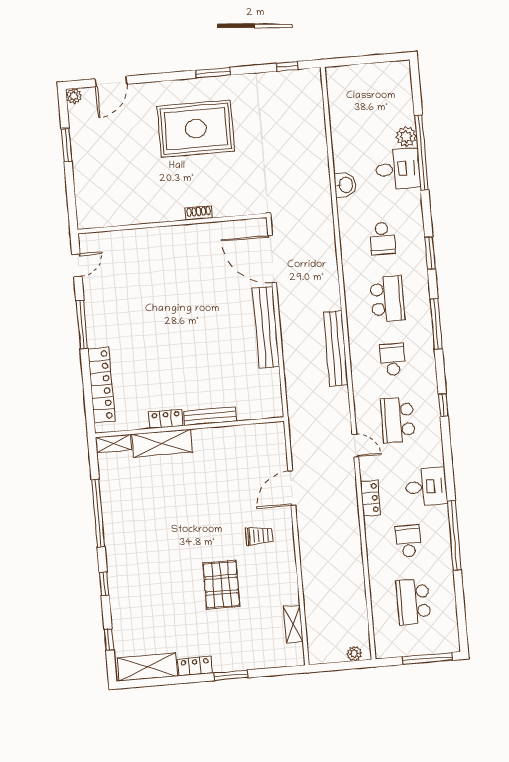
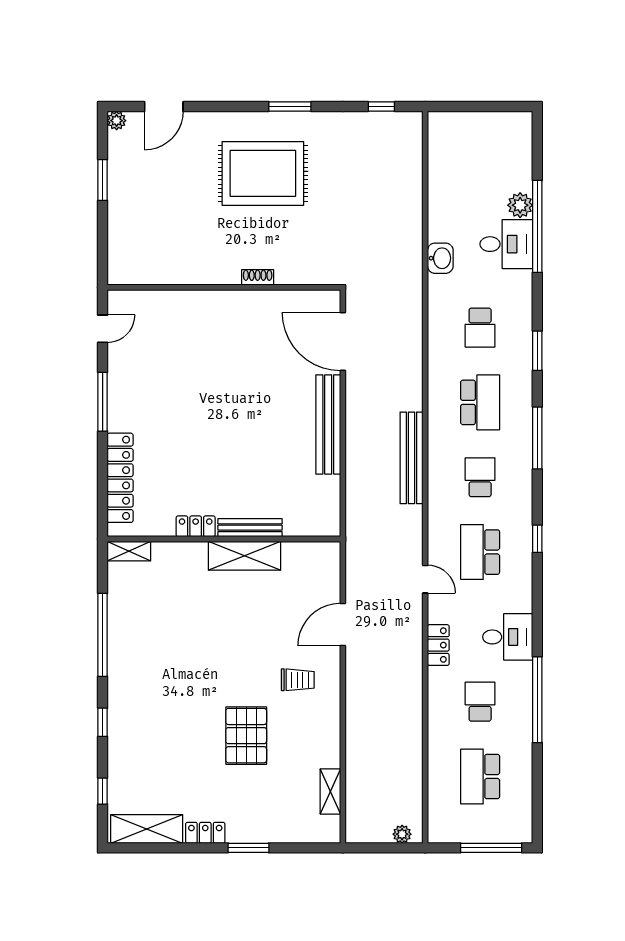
shelving: (162, 443) -> (245, 556), moved

